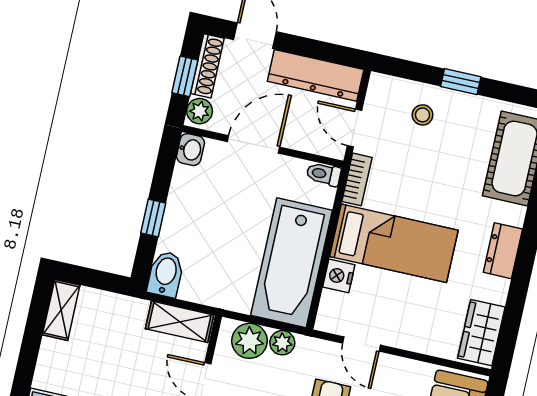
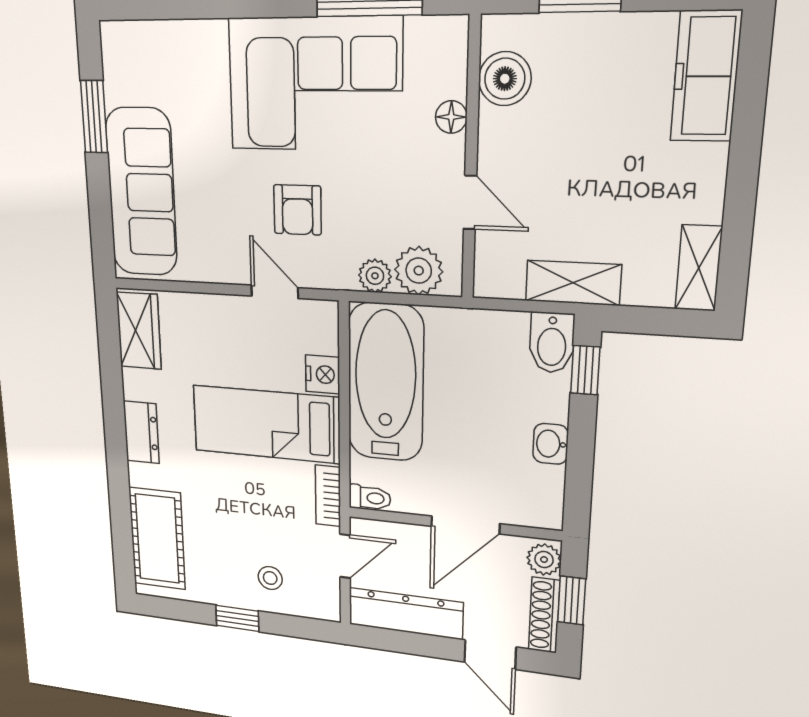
door: (354, 128) -> (345, 556), hinge flipped
washbasin: (190, 150) -> (551, 444), moved
window: (153, 218) -> (585, 370), moved
shelving: (180, 322) -> (573, 283), moved

